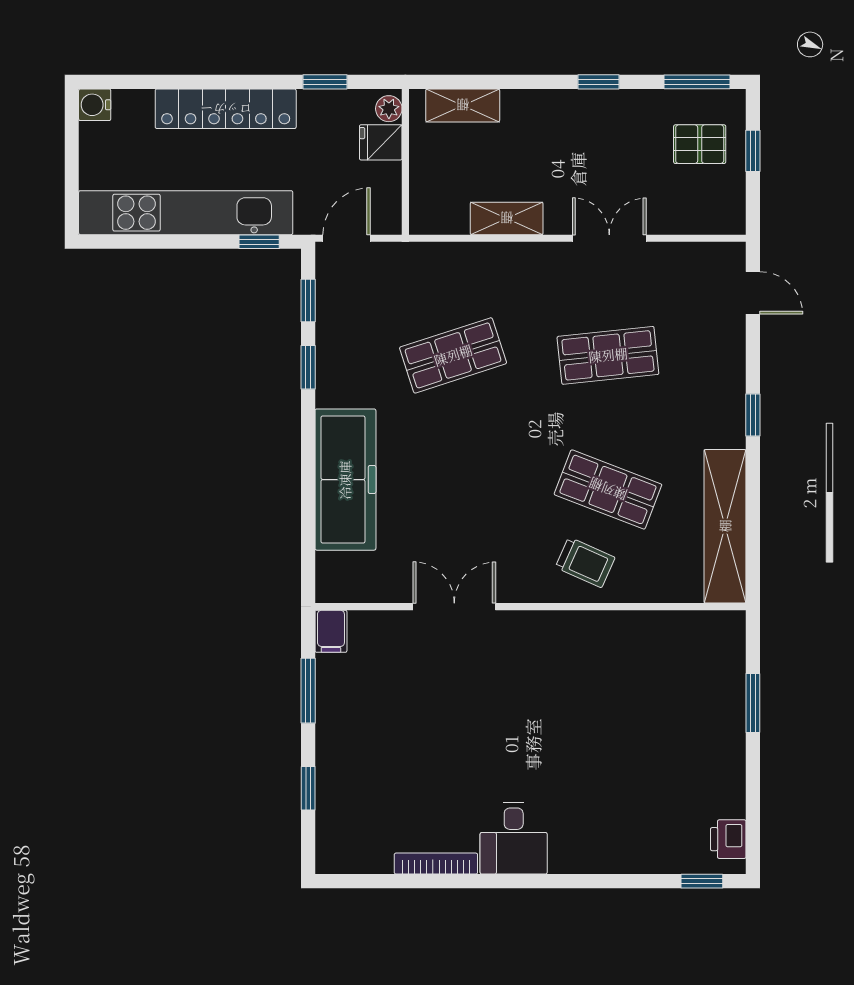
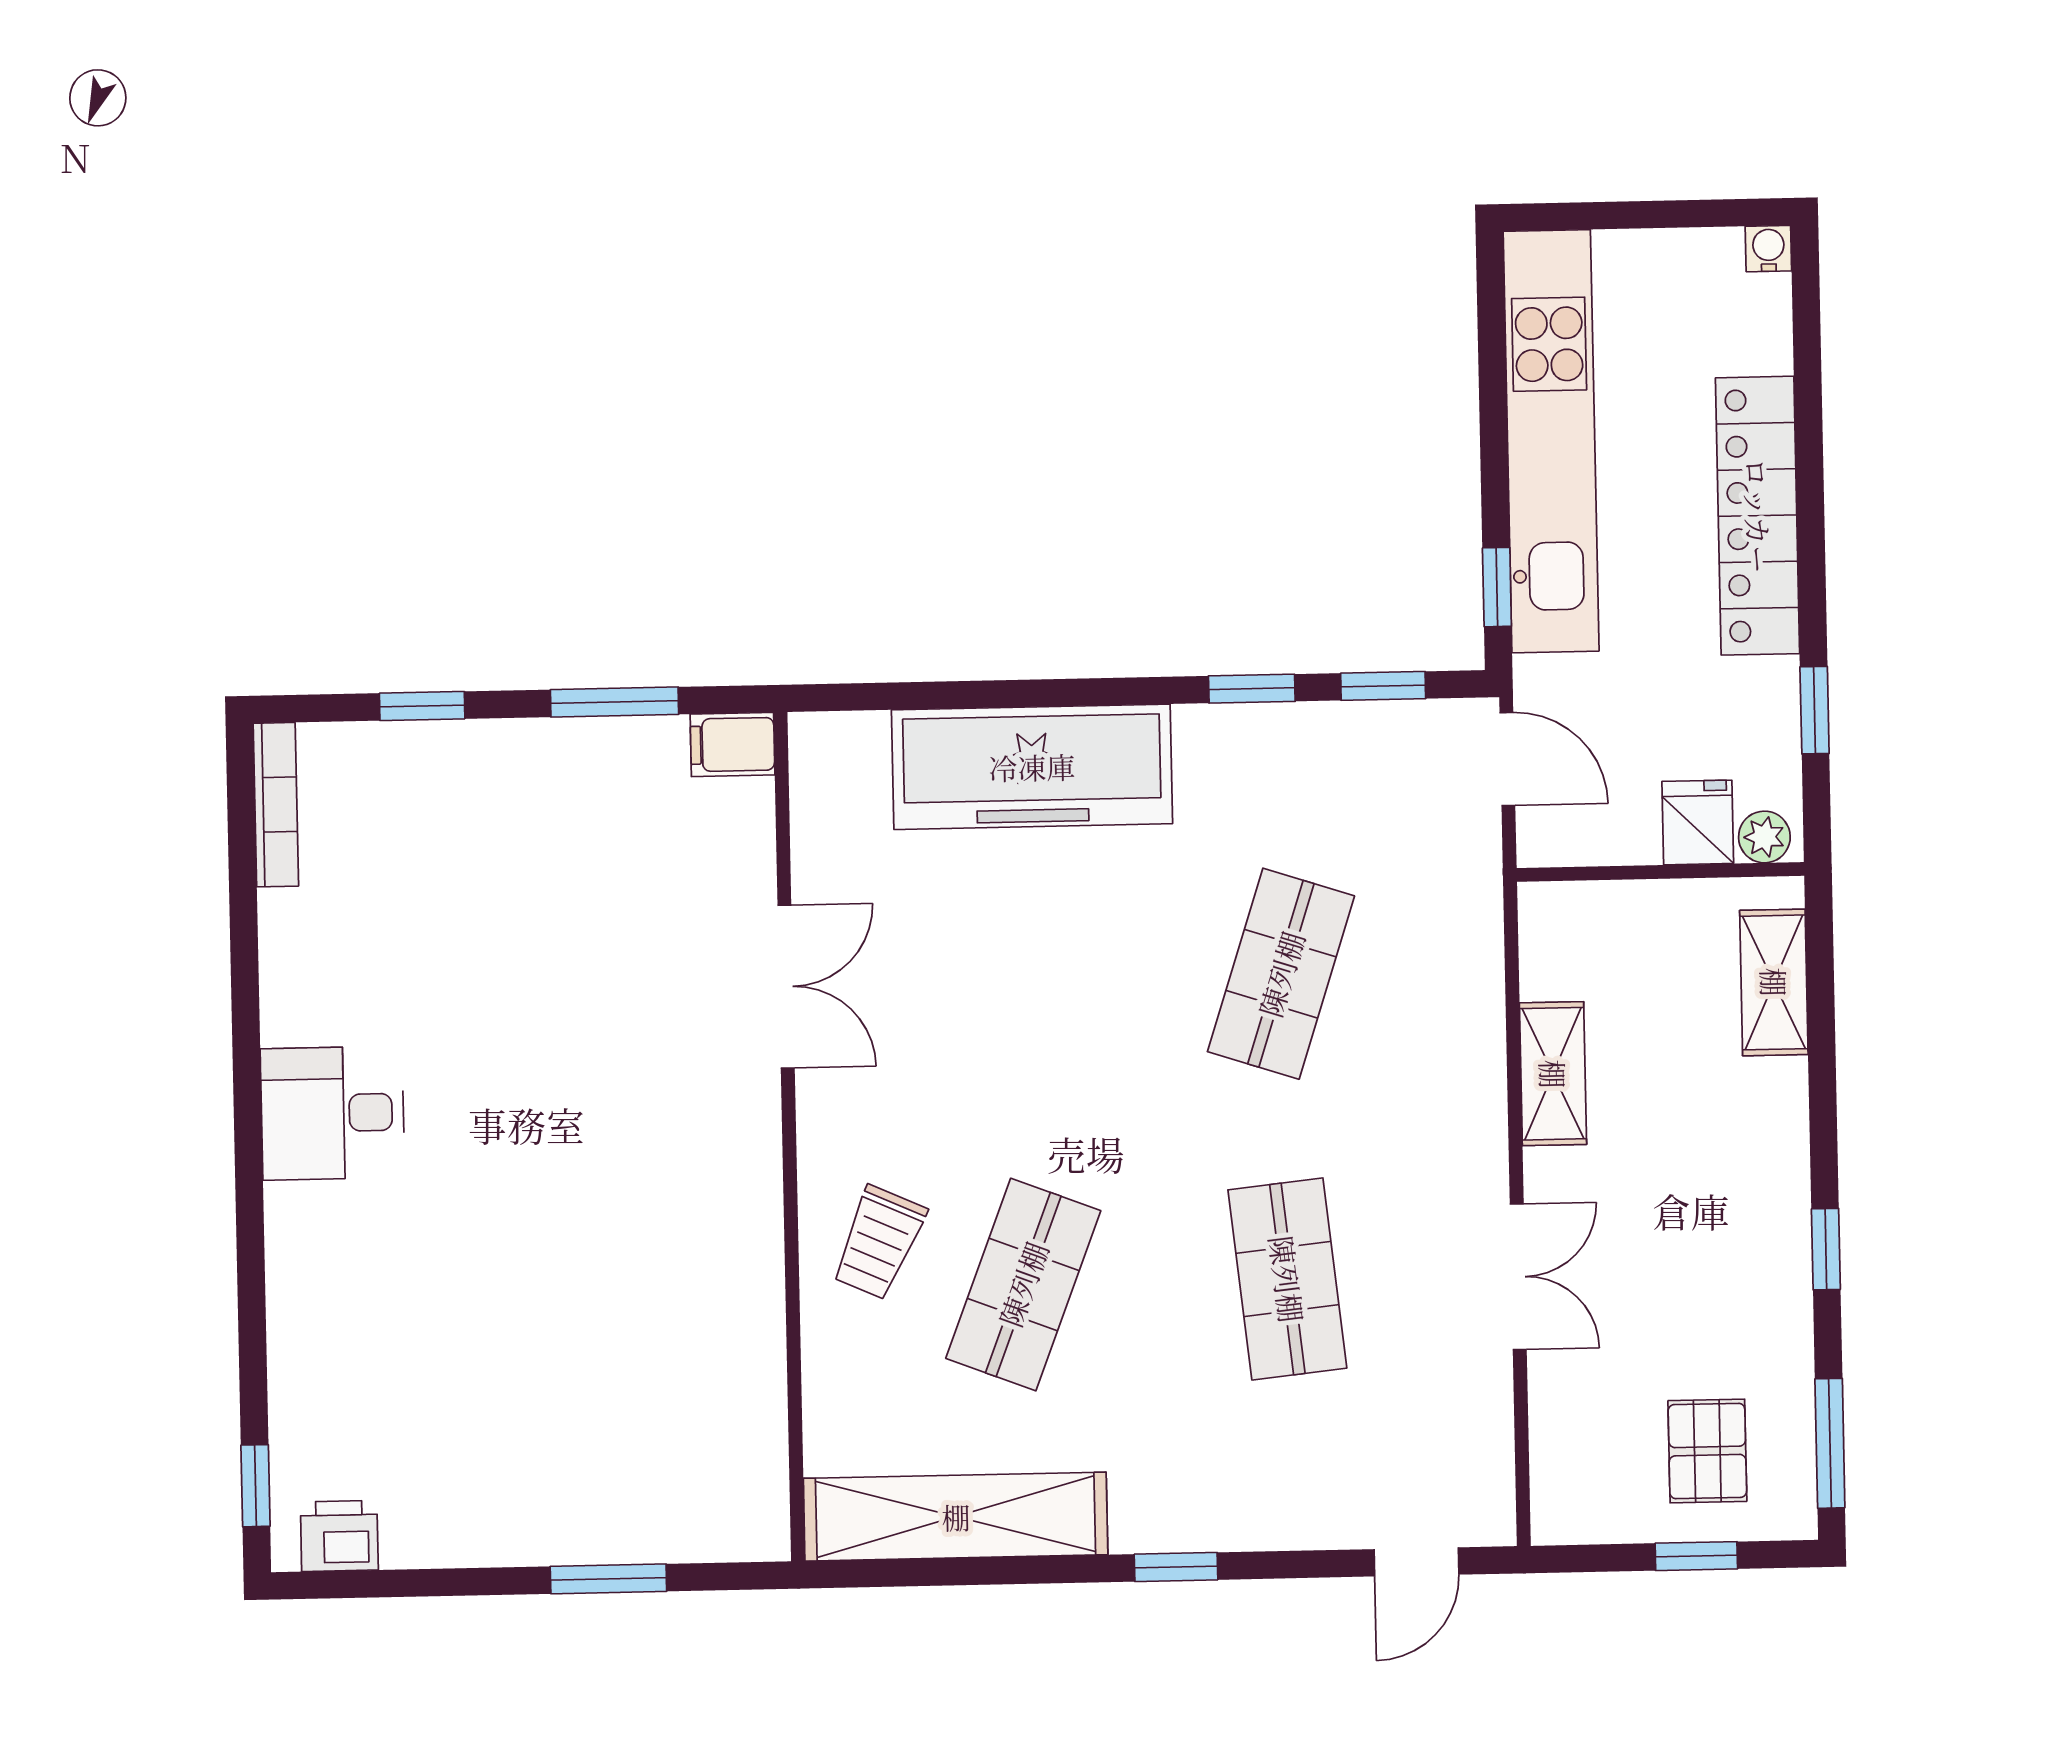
water cooler: (95, 105) -> (1768, 249), width x0.72, depth x0.72
shop shelf: (453, 355) -> (1281, 974), turned 36
bookcase: (436, 864) -> (276, 805), moved

